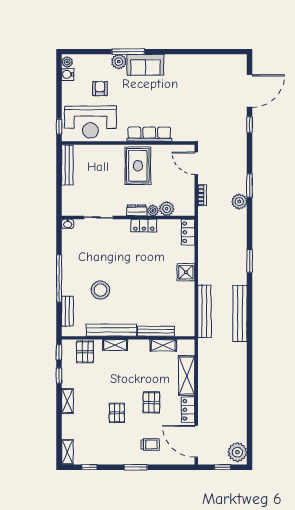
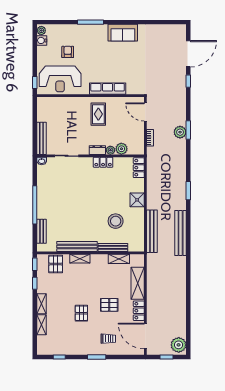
plant: (119, 62) -> (83, 30), removed
sofa: (145, 65) -> (123, 33), moved
bench: (67, 165) -> (41, 138), moved
rug: (138, 166) -> (98, 114), width x0.73, depth x0.70
plant: (239, 202) -> (180, 132), moved
stool: (100, 290) -> (116, 221), moved
pallet: (151, 403) -> (109, 305), turned 90
shelving: (67, 452) -> (41, 325), moved

